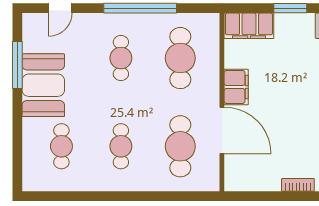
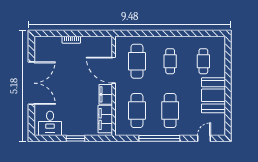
filing cabinet: (249, 26) -> (105, 119), moved, turned -90
cafe table: (121, 58) -> (170, 111), width x1.37, depth x1.35
window: (17, 65) -> (228, 107), removed

